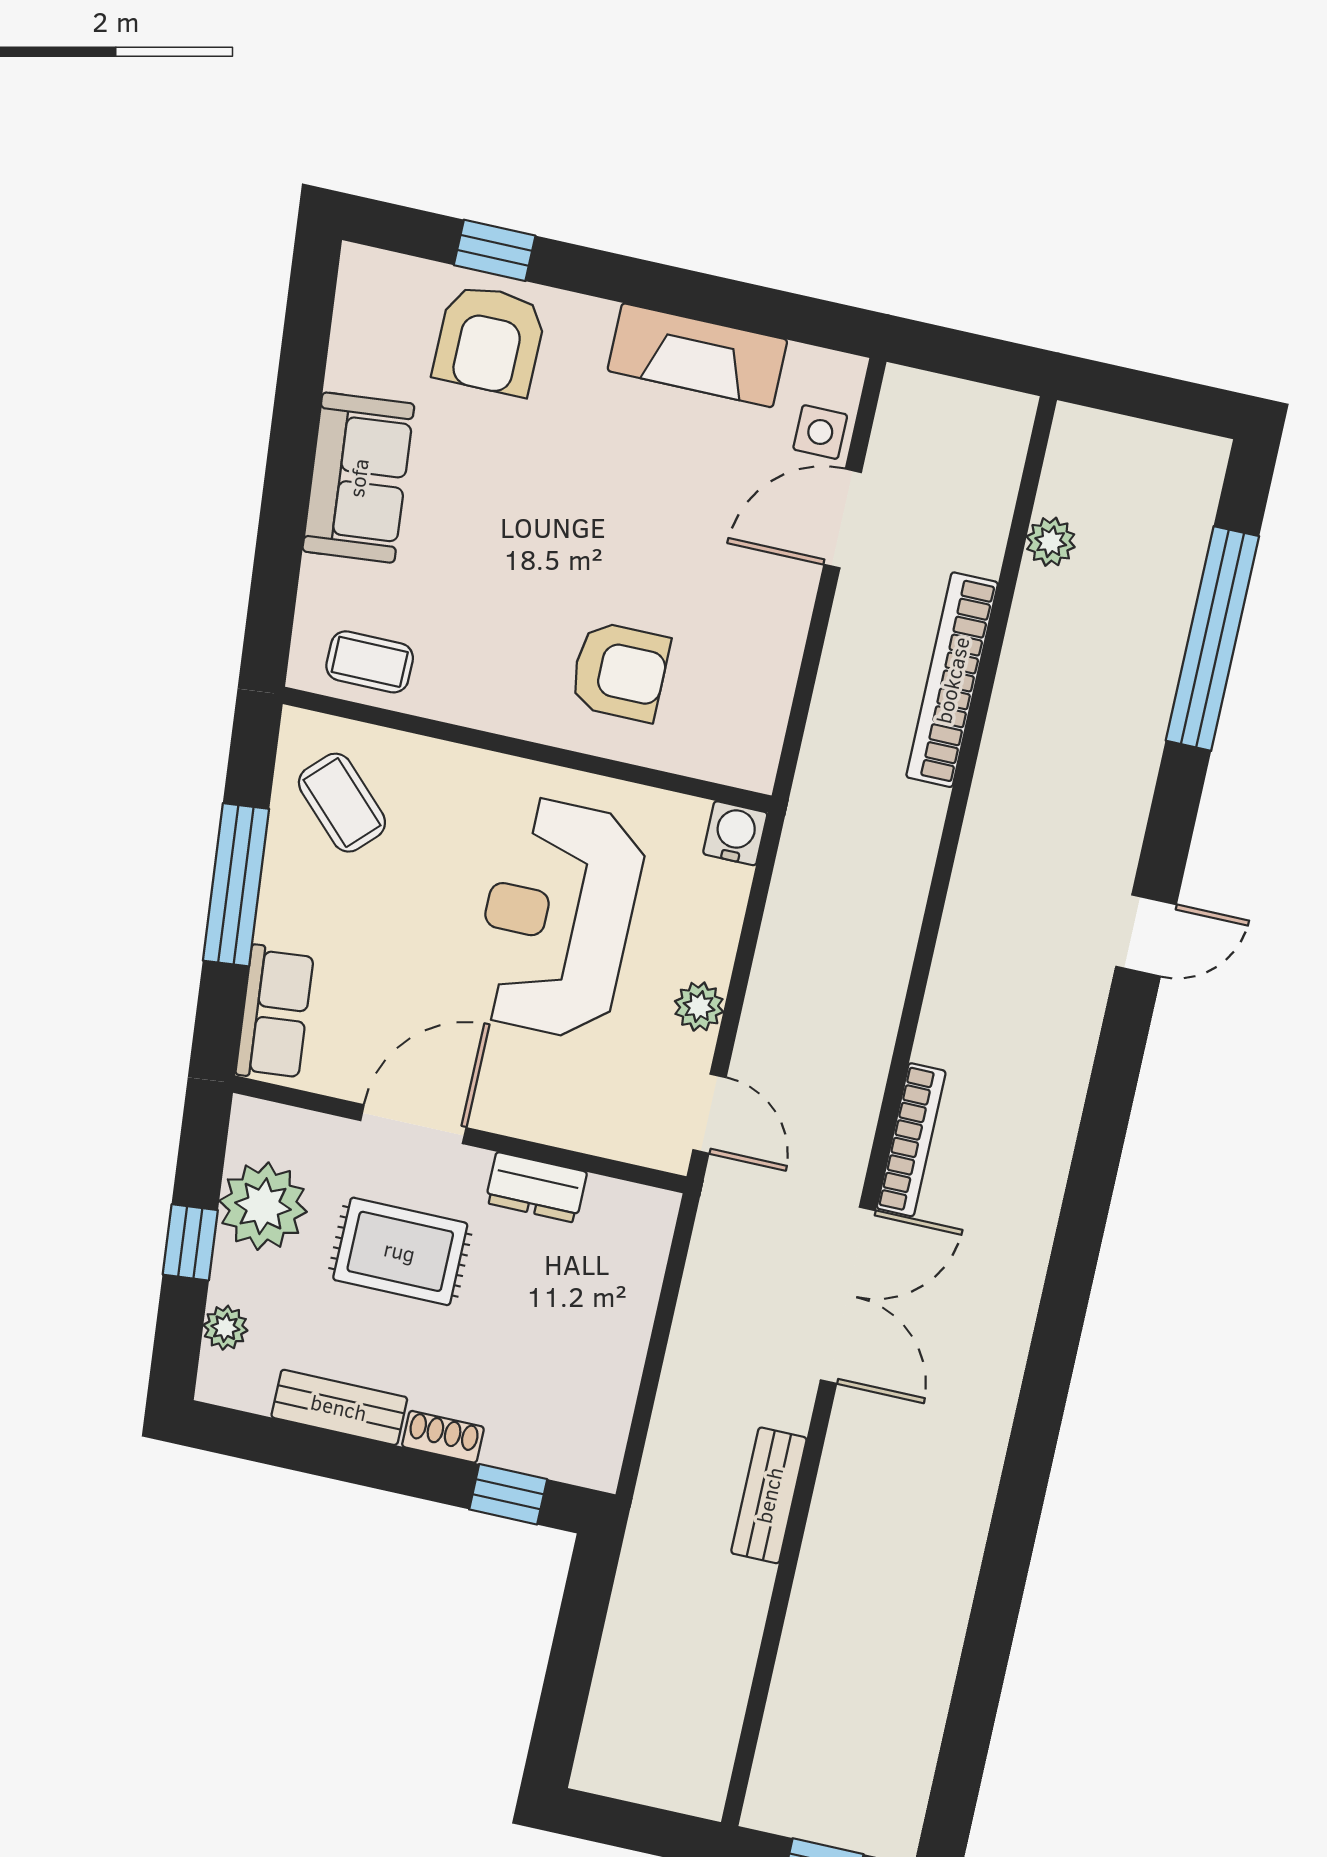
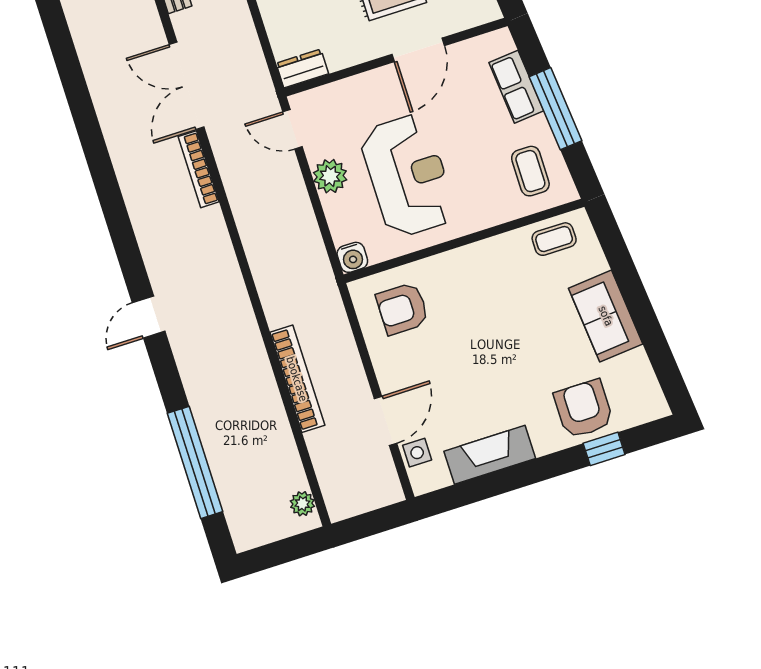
plant: (1051, 542) -> (302, 504), moved
armchair: (620, 671) -> (402, 309), moved
coffee table: (342, 803) -> (530, 171), turned 45
plant: (699, 1007) -> (330, 176), width x1.38, depth x1.38
row of seats: (275, 1013) -> (516, 87), moved
dresser: (536, 1187) -> (302, 68), moved

